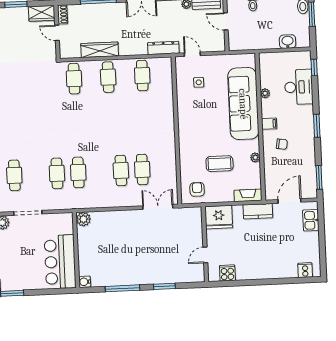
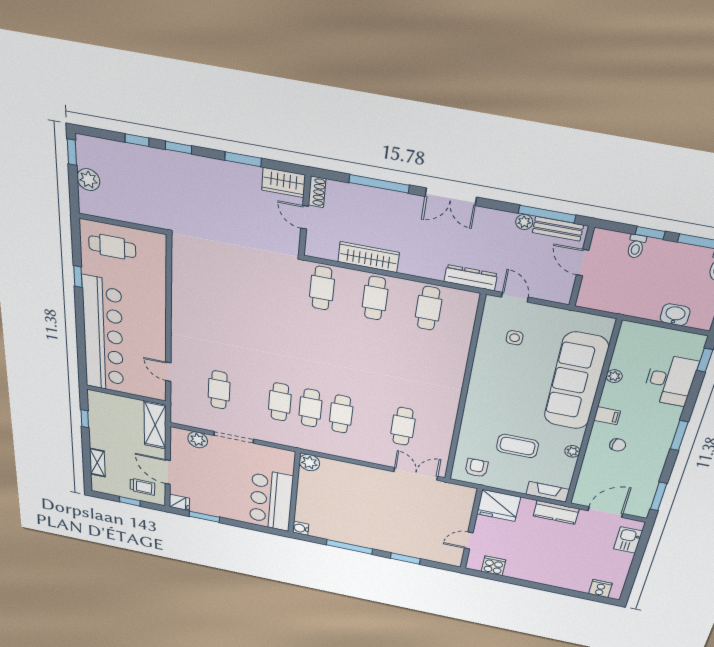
cafe table: (121, 170) -> (341, 414), moved

